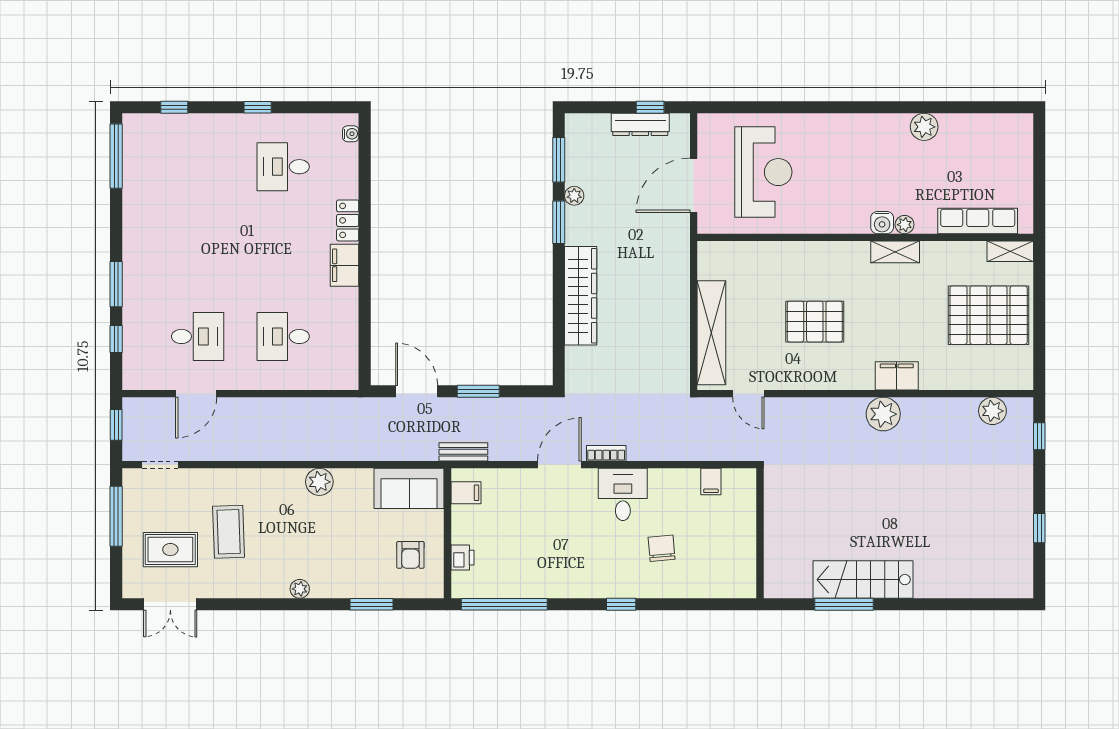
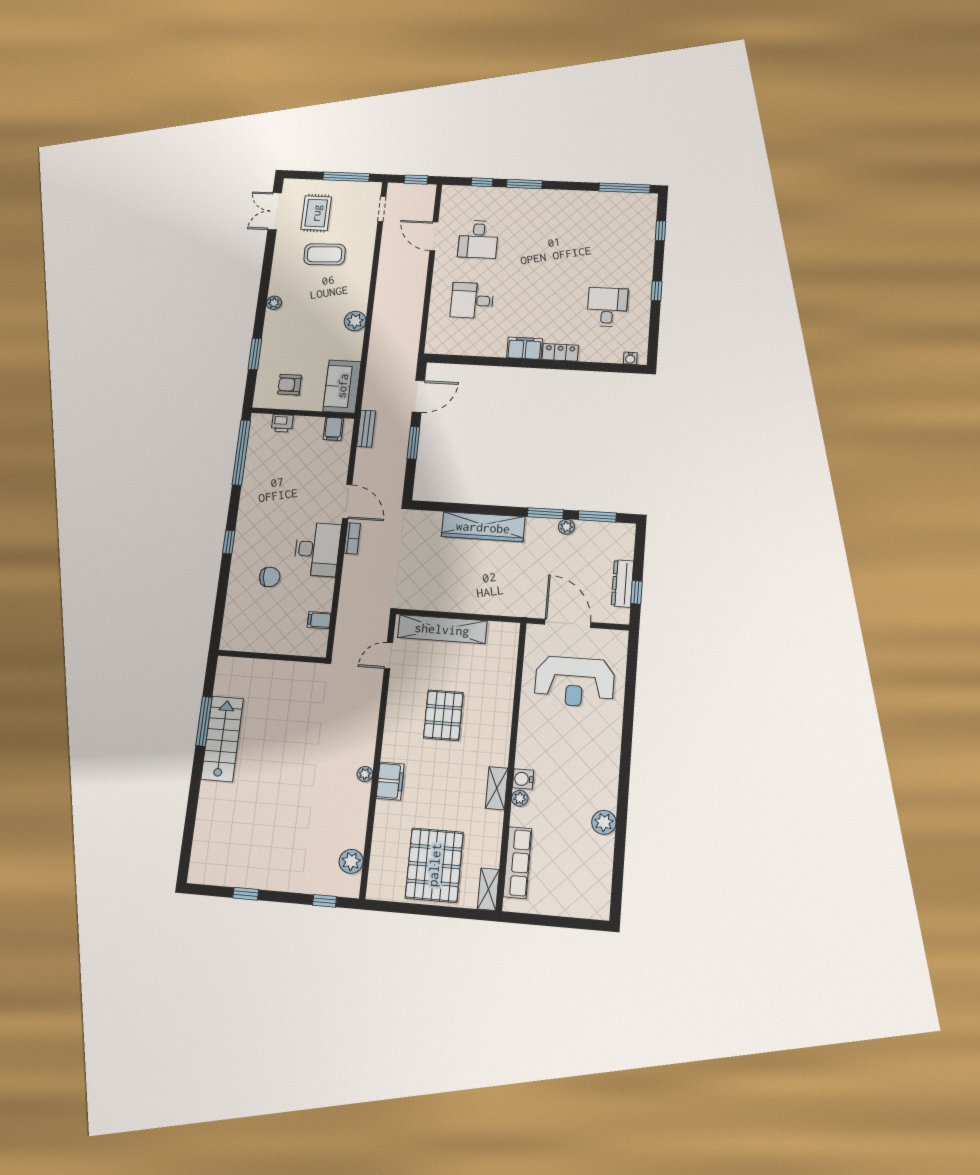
desk: (283, 336) -> (472, 300), turned -90
plant: (883, 414) -> (365, 774), width x0.53, depth x0.53
desk: (623, 494) -> (317, 549), width x1.37

